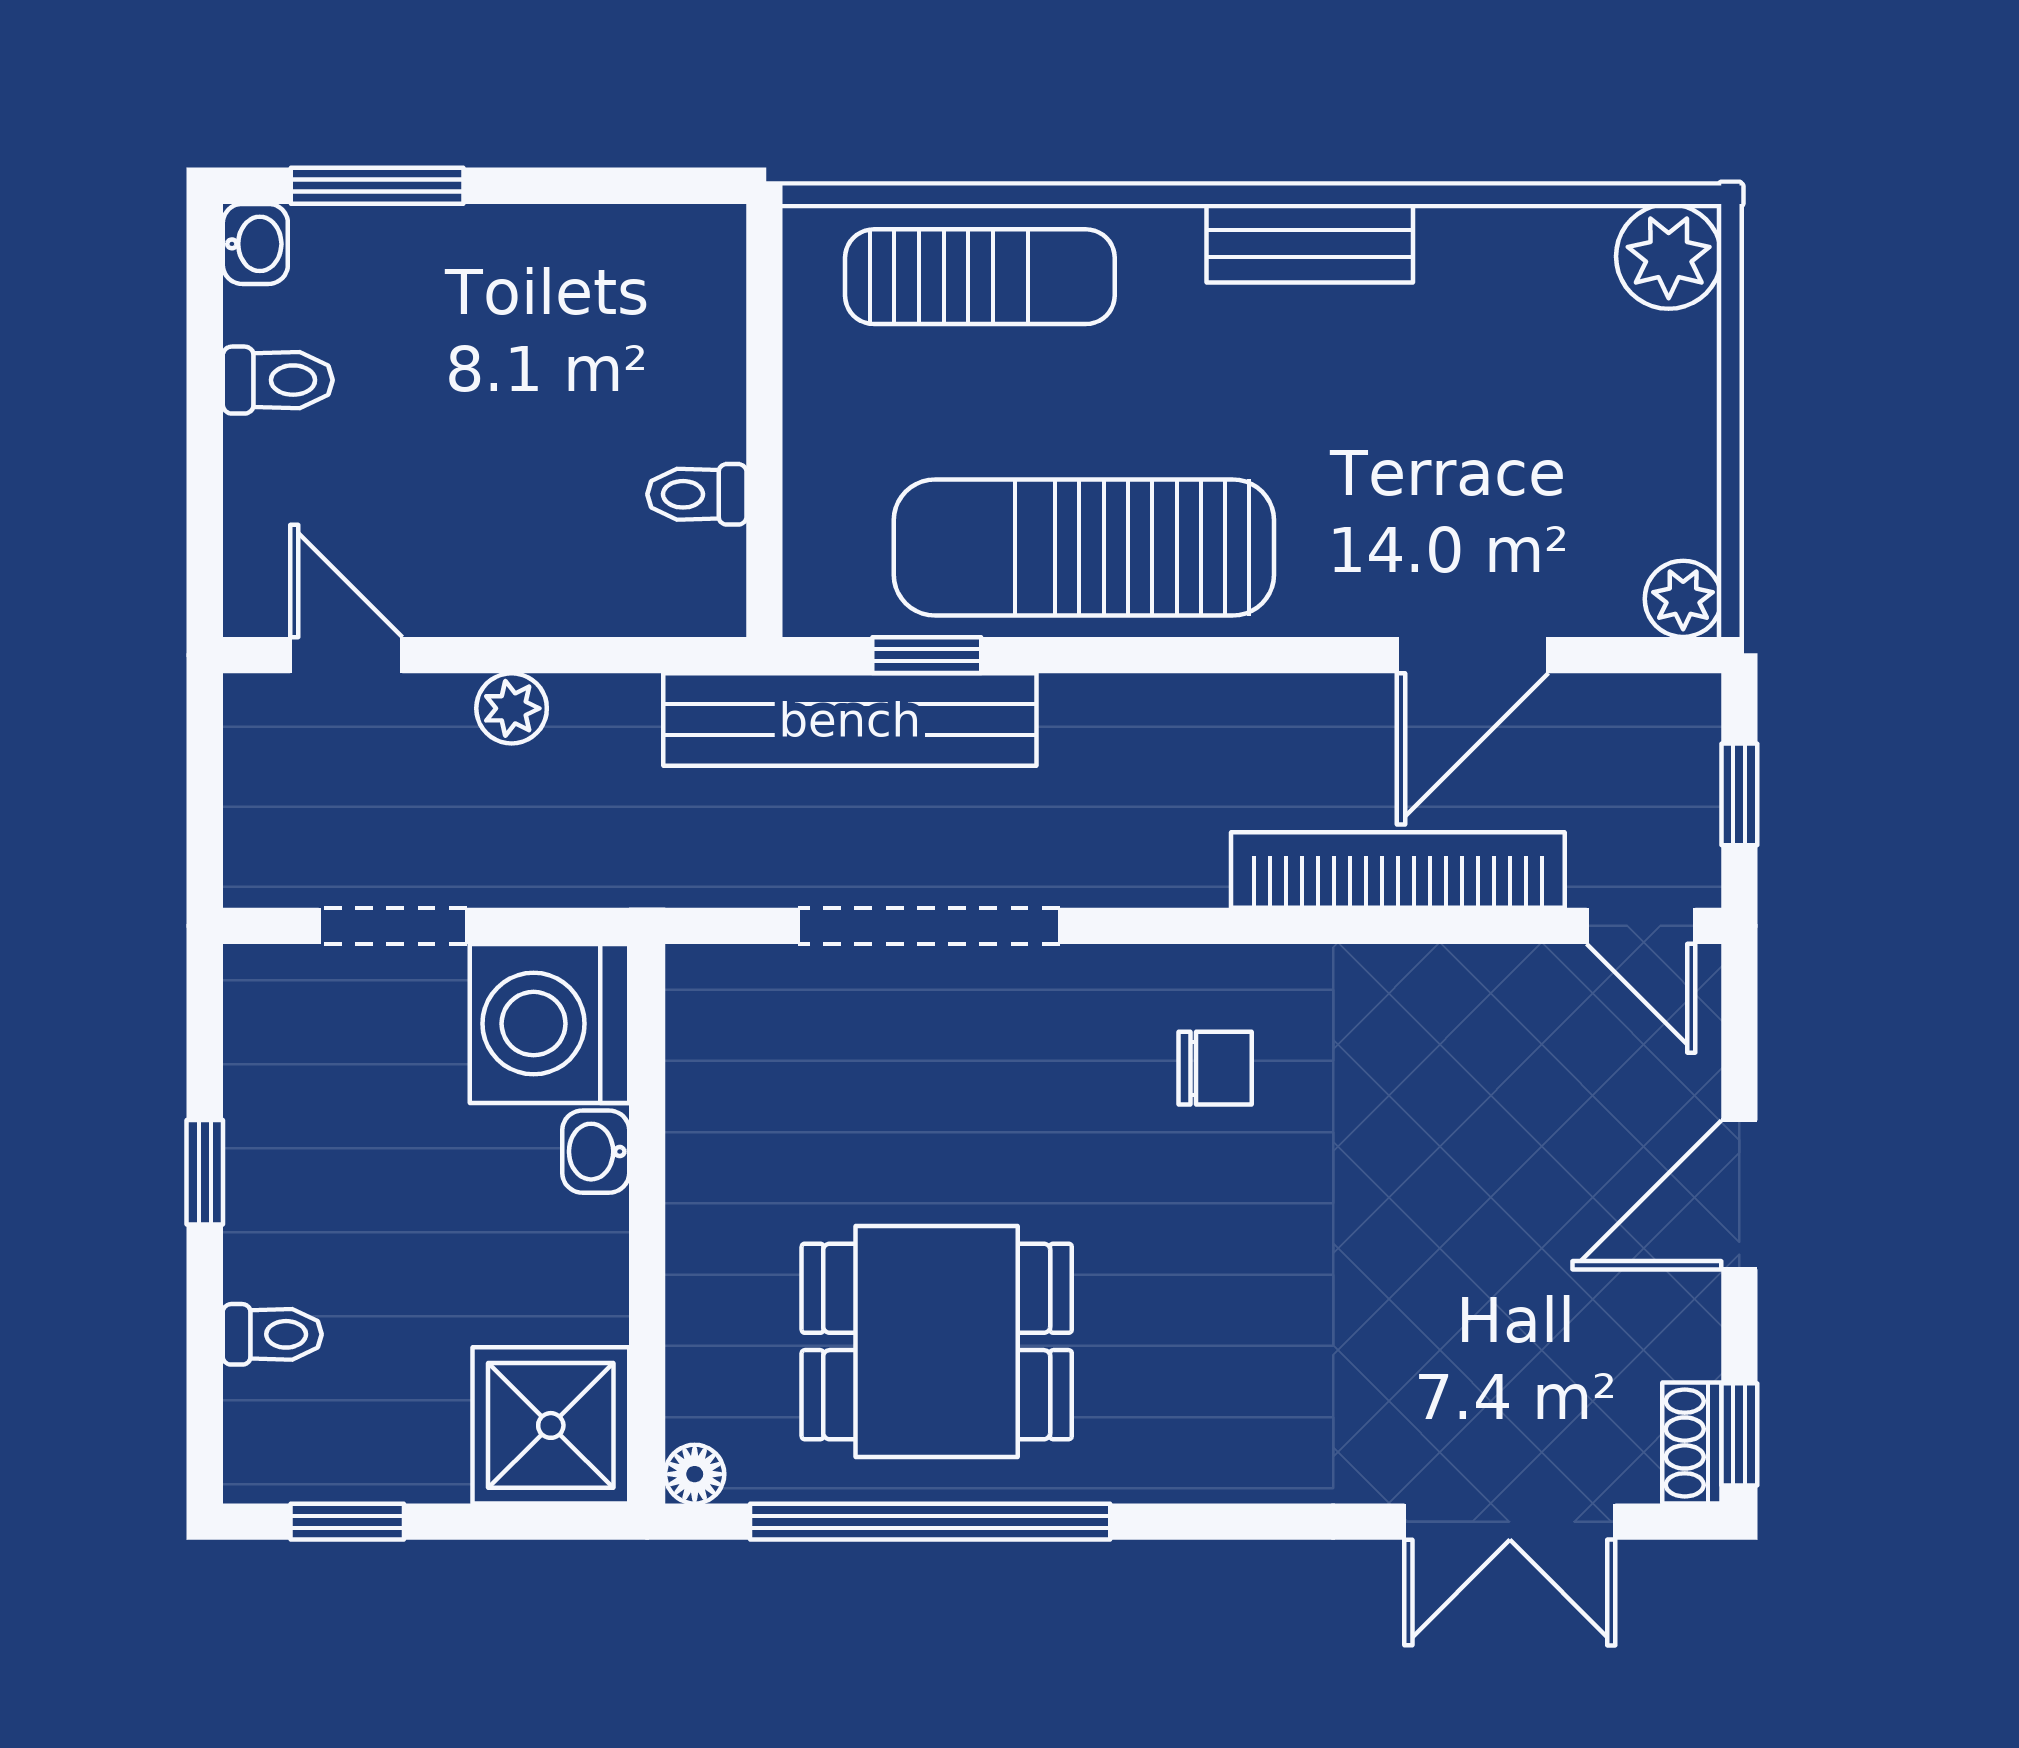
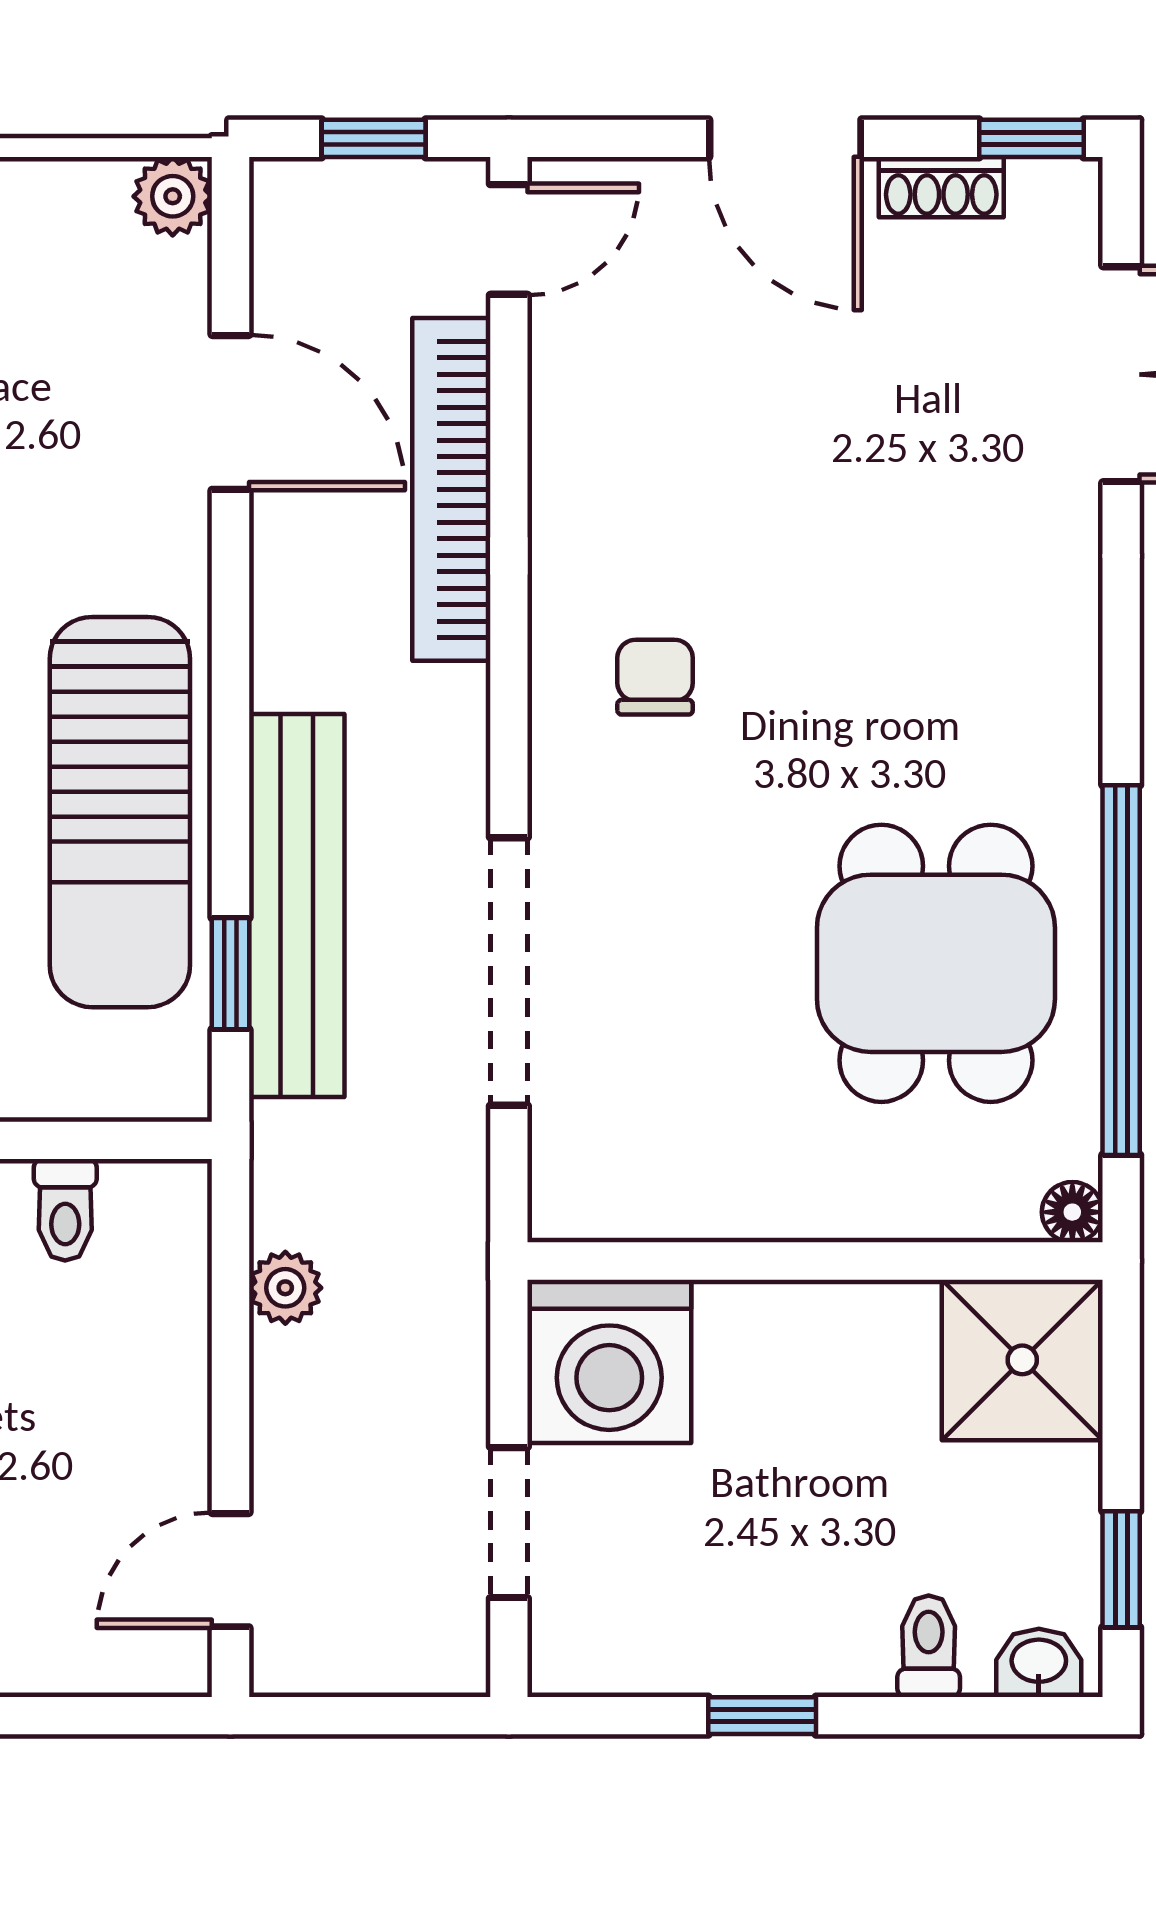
plant: (512, 708) -> (285, 1288), moved
bench: (850, 720) -> (297, 905), moved
washbasin: (596, 1152) -> (1039, 1663), moved, turned 180
shoe rack: (1692, 1443) -> (941, 187), moved

